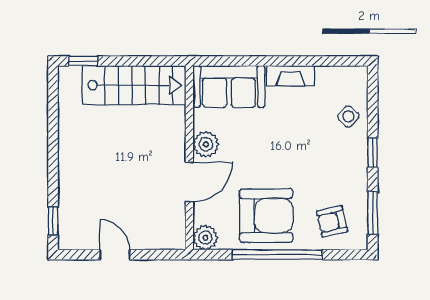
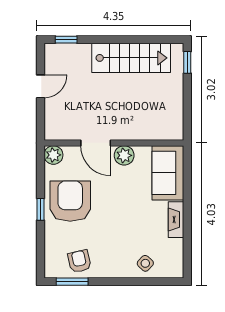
stairs: (134, 85) -> (131, 58), moved, turned -90
window: (373, 153) -> (118, 282), removed
armchair: (266, 215) -> (70, 201), turned 180
armchair: (332, 221) -> (79, 261), moved
window: (277, 255) -> (41, 209), width x0.32

